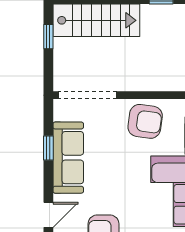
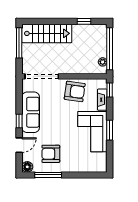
window: (48, 37) -> (19, 43), width x2.17
window: (48, 148) -> (19, 121), moved

